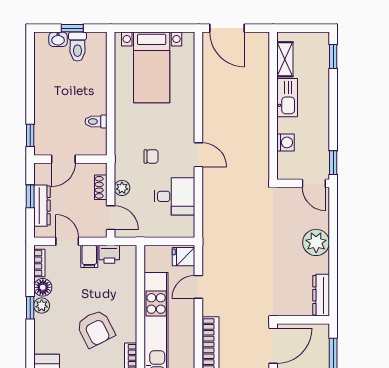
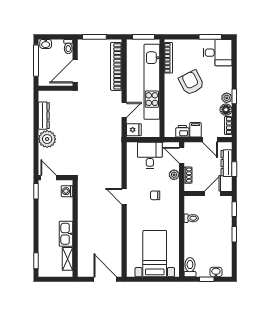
toilet: (77, 47) -> (190, 267), moved
window: (30, 97) -> (234, 234), added
washing machine: (286, 142) -> (67, 191), moved
desk: (175, 196) -> (150, 155), moved, turned 90
dresser: (321, 295) -> (44, 116), moved

